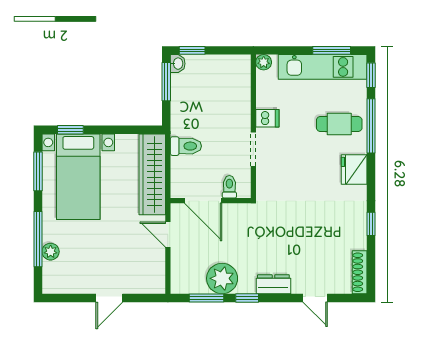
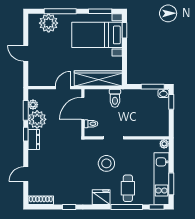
dishwasher: (267, 118) -> (131, 146), removed
stool: (297, 161) -> (106, 163), added
plant: (51, 252) -> (49, 23), width x1.87, depth x1.87
dresser: (273, 284) -> (34, 139), moved
plant: (197, 286) -> (33, 105), added

